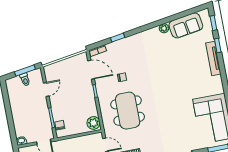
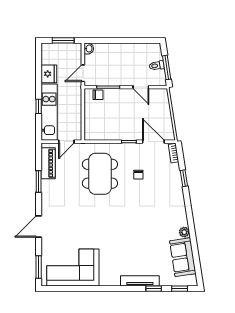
door: (91, 70) -> (153, 142), swing flipped
dining table: (128, 111) -> (100, 174), turned 90
plant: (94, 123) -> (93, 133), removed

